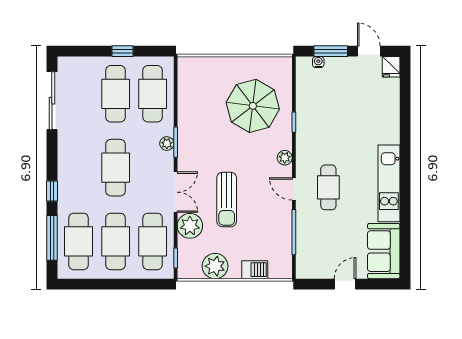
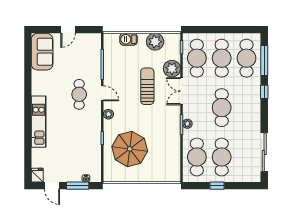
kitchen unit: (389, 183) -> (39, 122), moved

